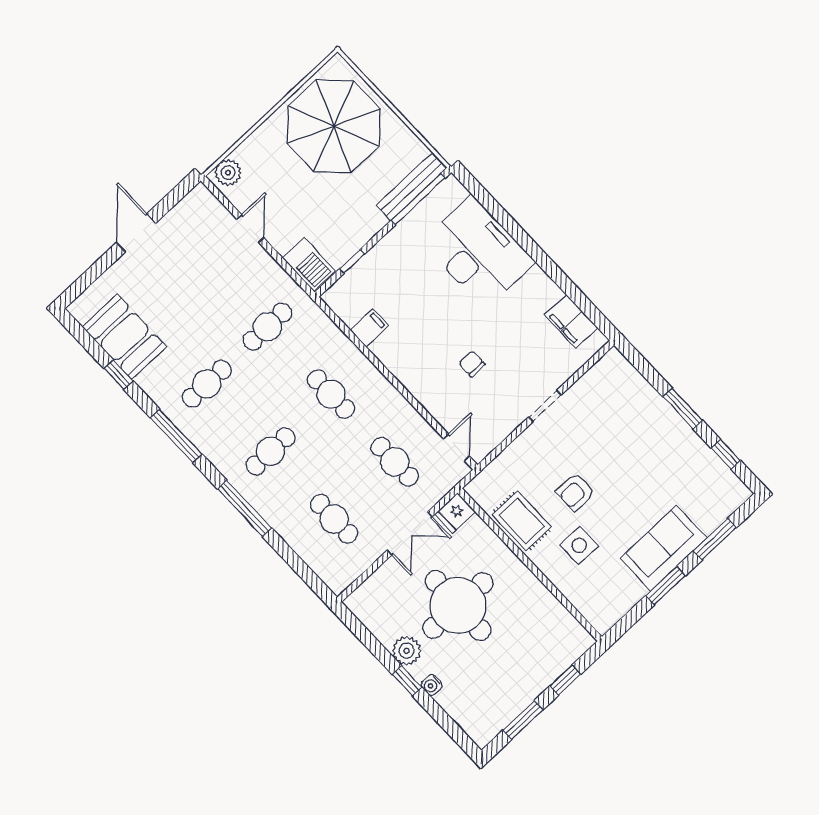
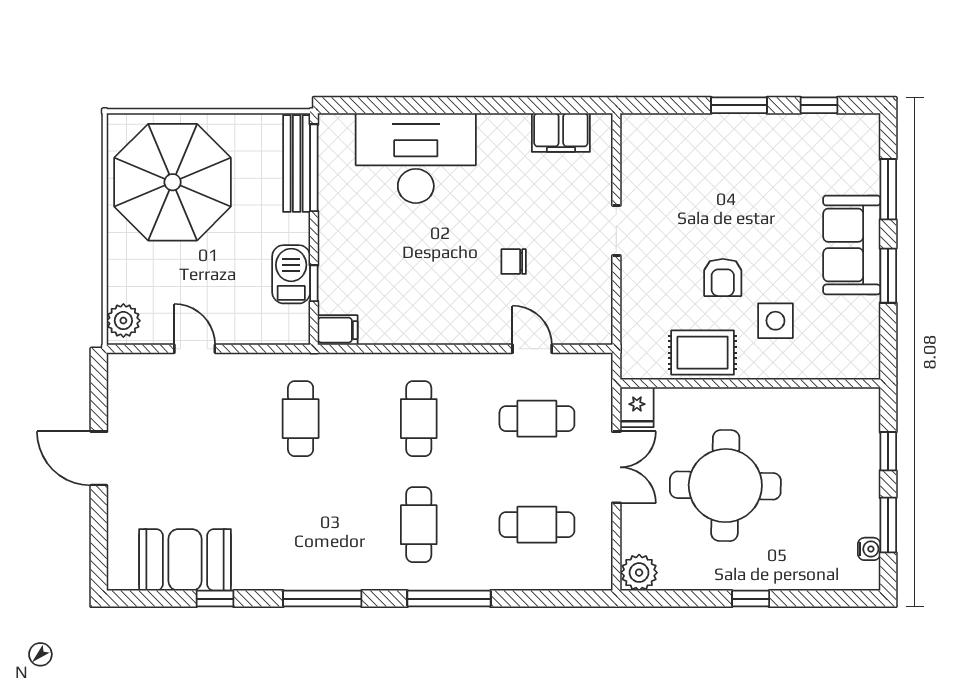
barbecue: (309, 265) -> (291, 274), moved, turned -90
filing cabinet: (369, 328) -> (338, 330), moved, turned 90
cafe table: (207, 384) -> (301, 525), removed
cafe table: (331, 394) -> (419, 419), turned 90
door: (457, 448) -> (532, 349), moved
plant: (407, 651) -> (639, 573), moved
water cooler: (432, 685) -> (869, 549), moved, turned -90

